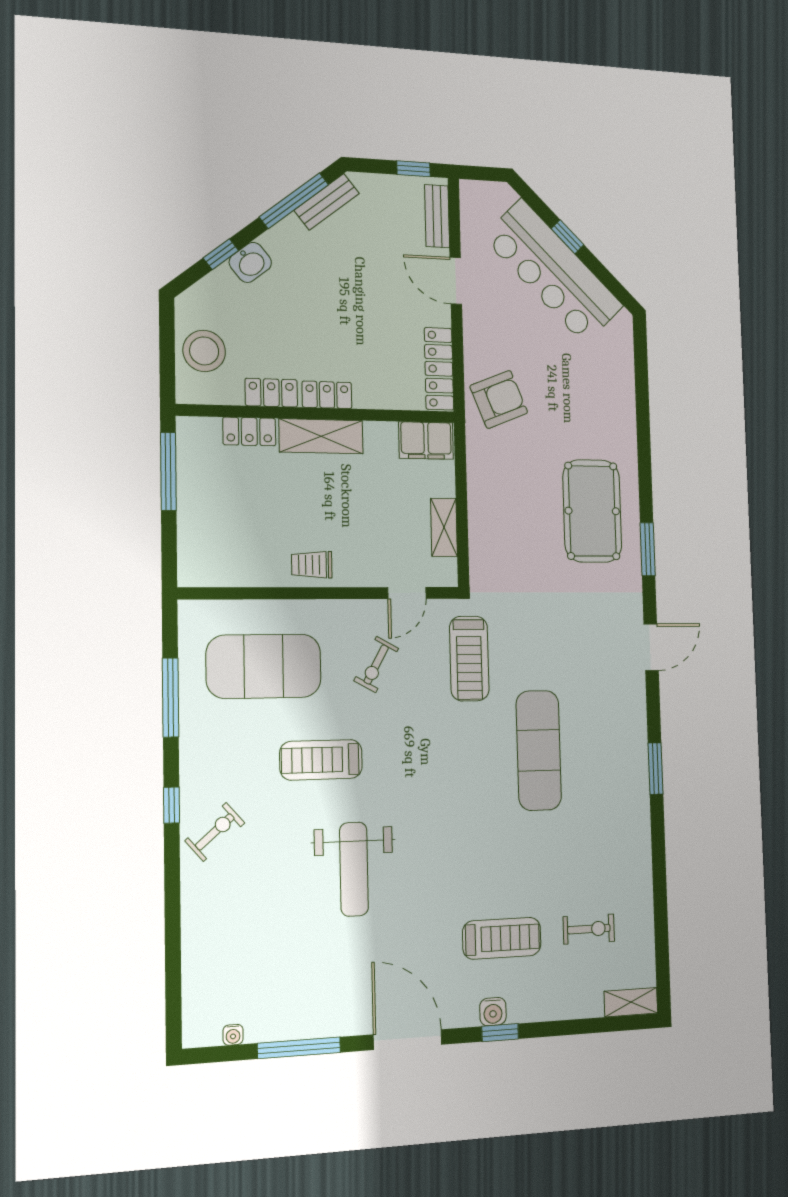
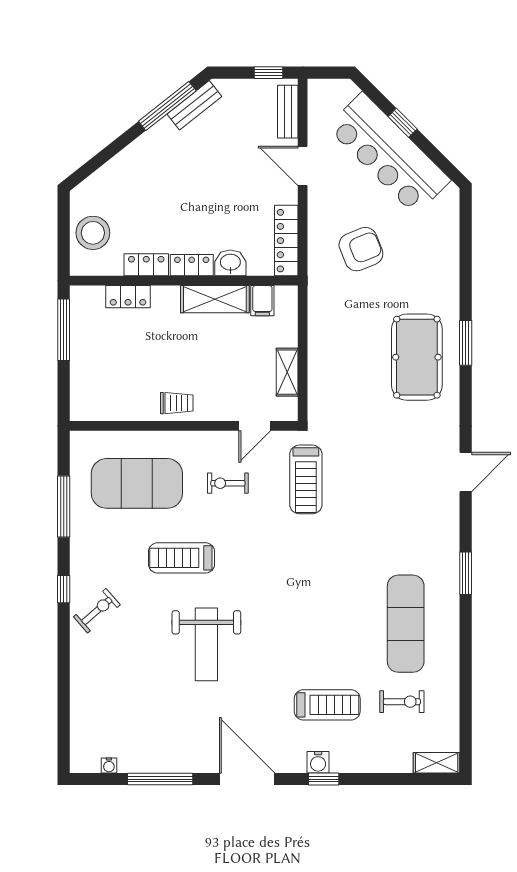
window: (221, 254) -> (107, 154), removed
washbasin: (250, 262) -> (230, 263), moved, turned -142
armchair: (499, 399) -> (361, 249), moved
shelving: (321, 436) -> (215, 299), moved
filing cabinet: (426, 441) -> (262, 301), width x0.50
window: (648, 549) -> (466, 343), moved
trolley: (312, 565) -> (177, 403), turned 180
exercise bike: (376, 664) -> (228, 483), turned 61
exercise mat: (539, 750) -> (406, 624), moved

